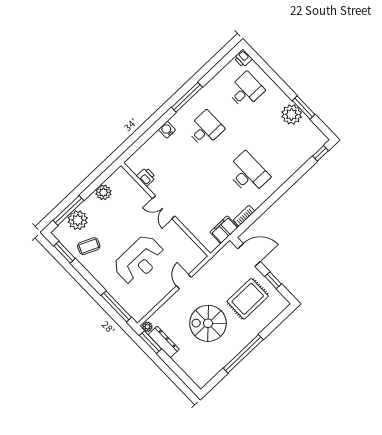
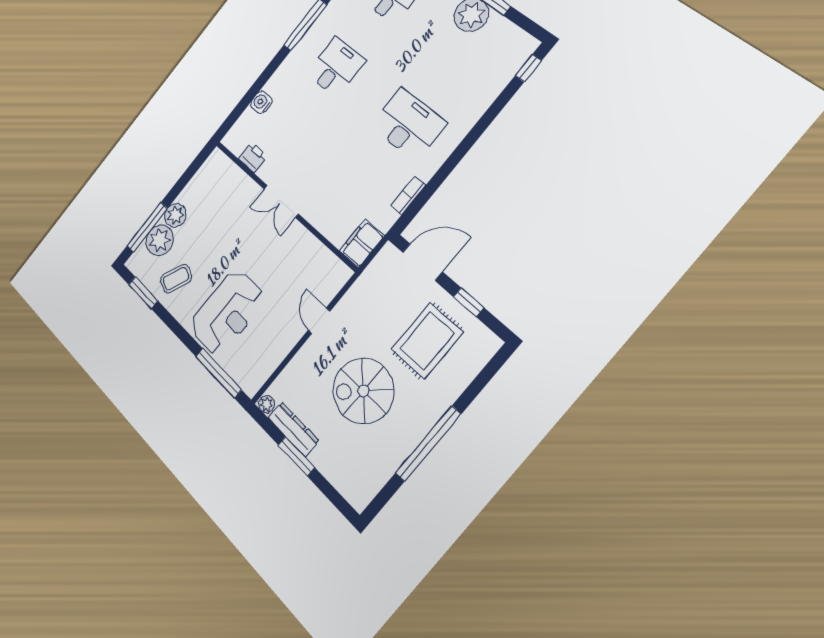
water cooler: (167, 130) -> (261, 102), moved
plant: (104, 192) -> (175, 215), moved
filing cabinet: (224, 230) -> (362, 243), moved
reception desk: (139, 260) -> (227, 313), moved
window: (150, 342) -> (296, 456), moved

